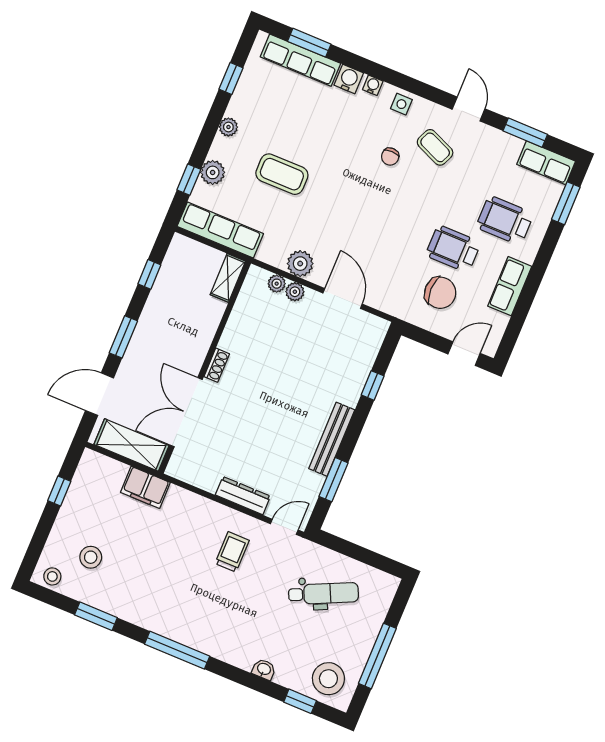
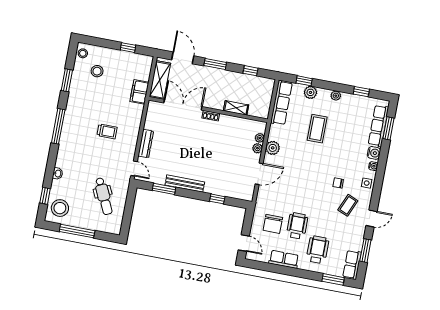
shelving: (228, 278) -> (236, 108), moved
trolley: (232, 552) -> (107, 131), moved

